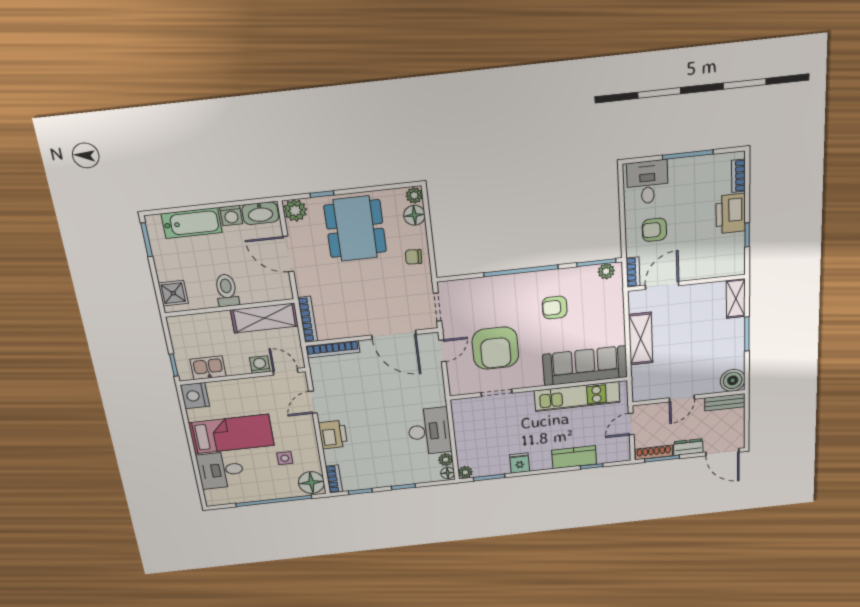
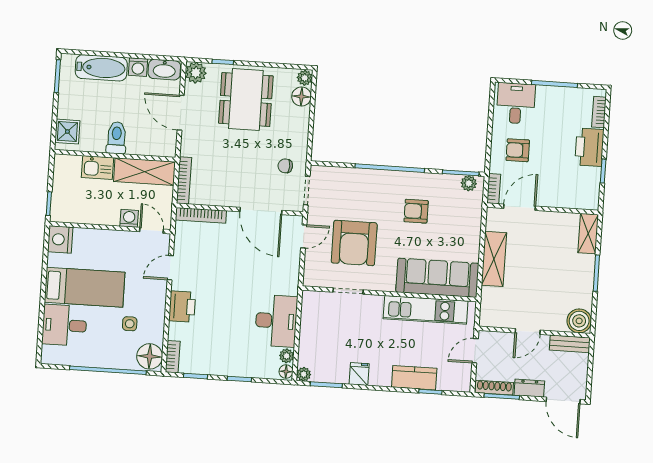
chair: (414, 257) -> (285, 166), moved
kitchen sink: (208, 368) -> (98, 168), moved, turned 180

